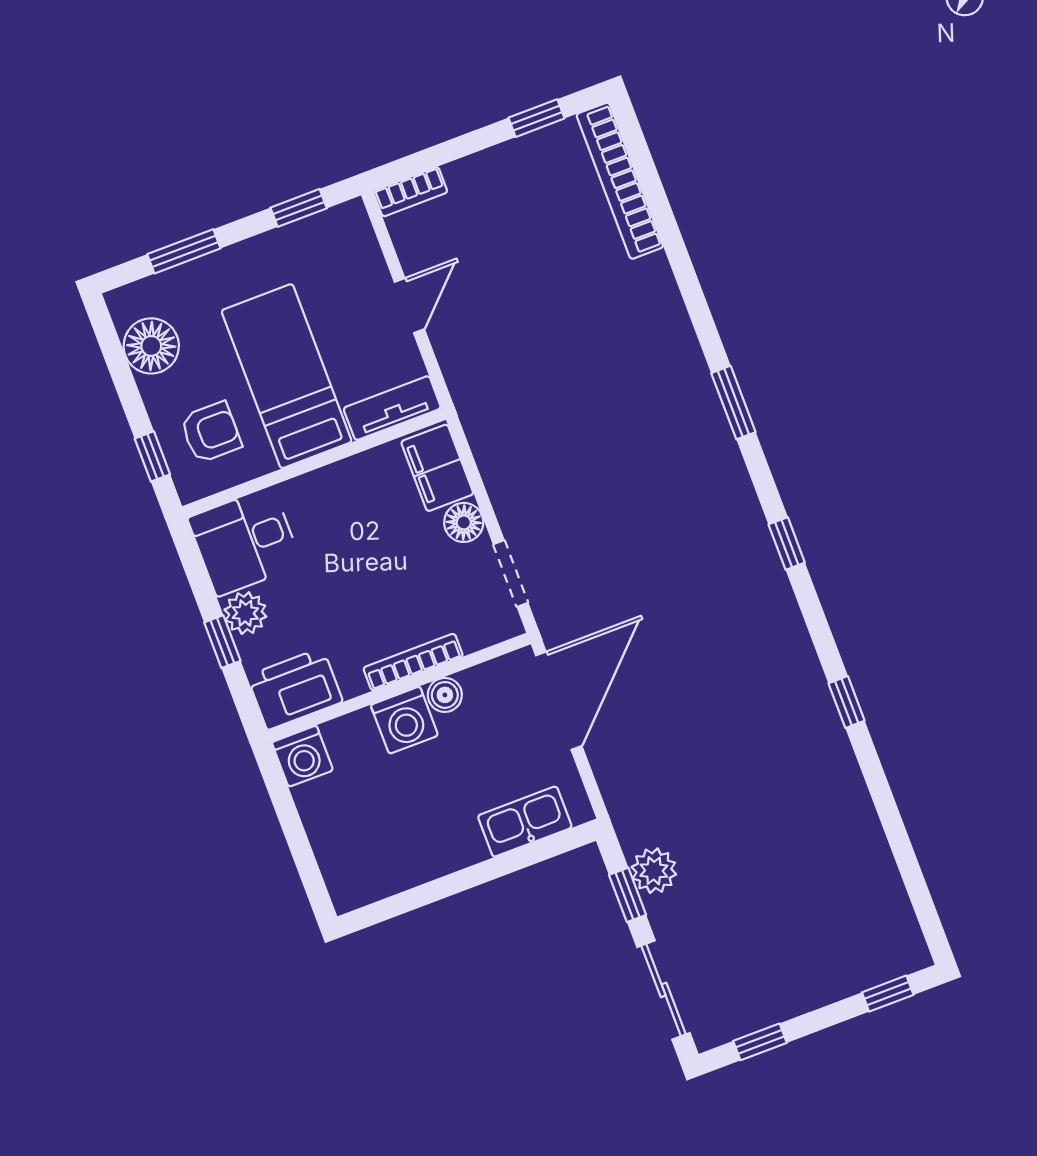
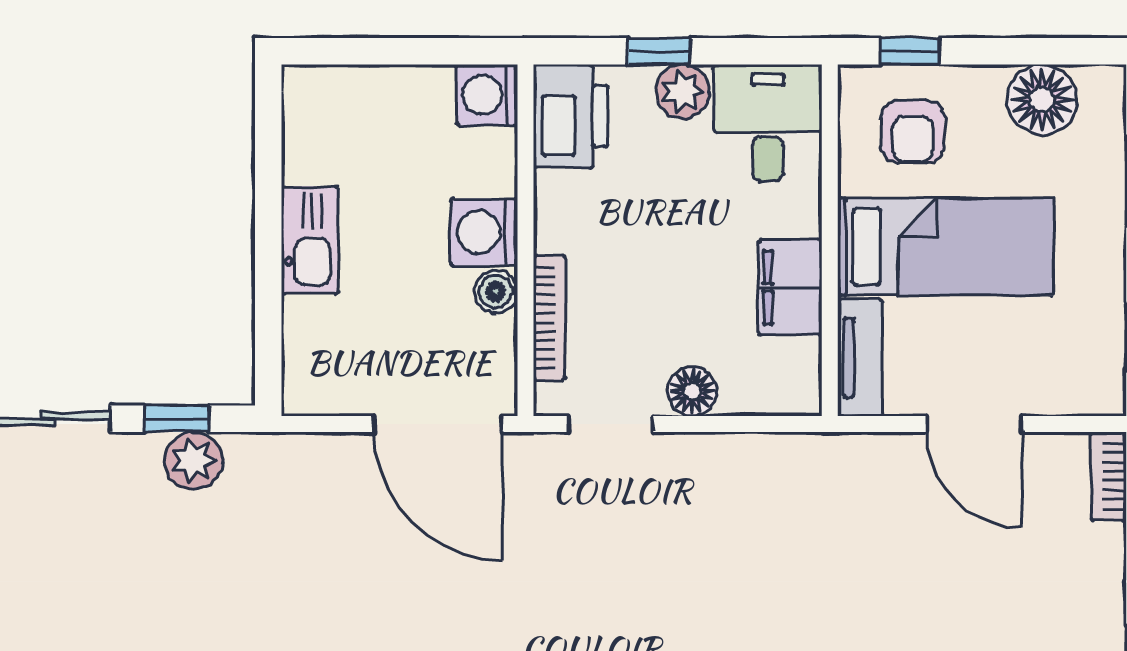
door: (409, 306) -> (974, 424), width x1.38
filing cabinet: (437, 468) -> (790, 287), moved, turned -90
bookcase: (413, 662) -> (549, 318), moved
kitchen sink: (525, 822) -> (310, 240), moved

